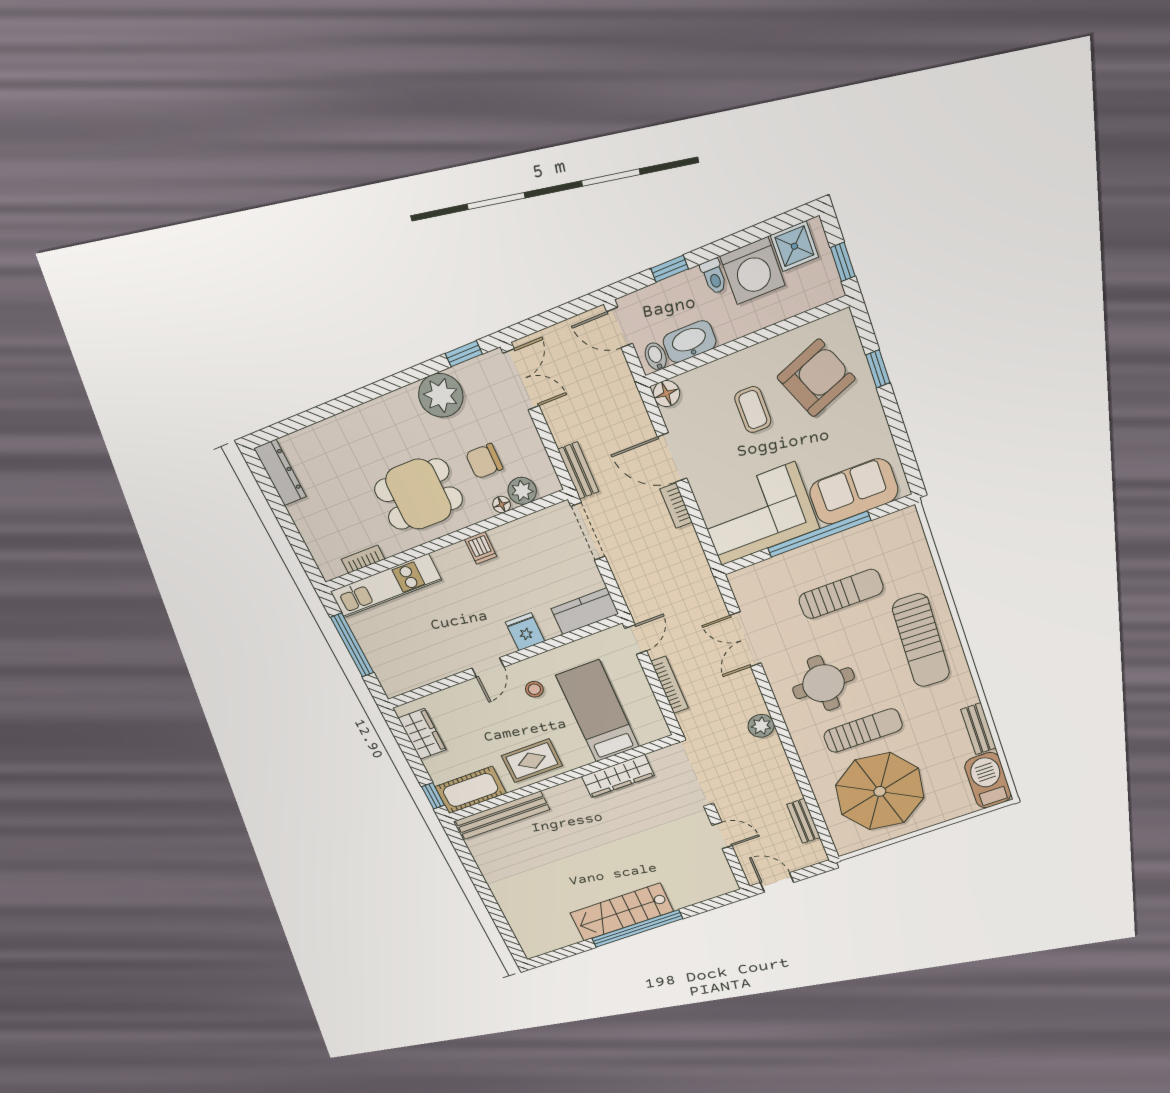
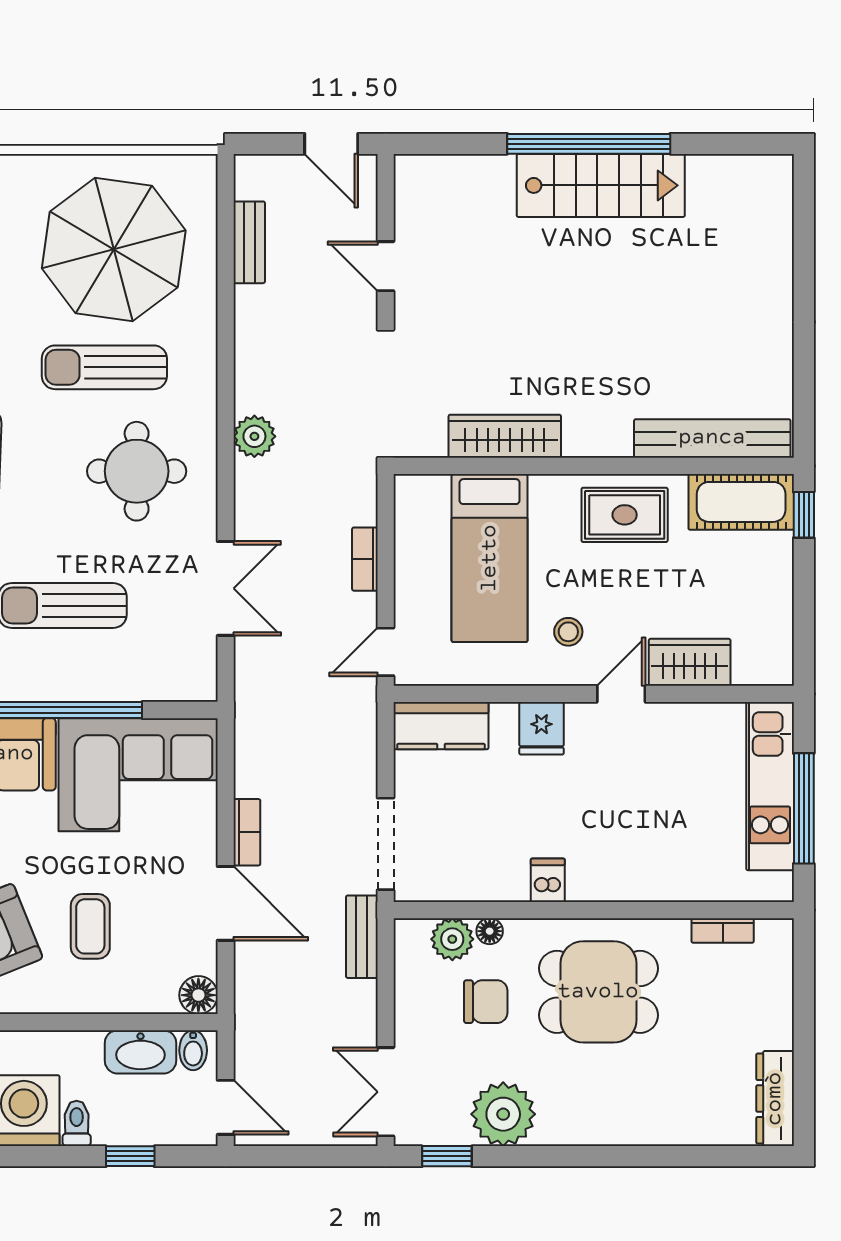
kitchen unit: (386, 586) -> (770, 786), moved, turned -90
bookcase: (670, 685) -> (365, 559), width x0.64
wardrobe: (422, 734) -> (690, 662), moved, turned 90

